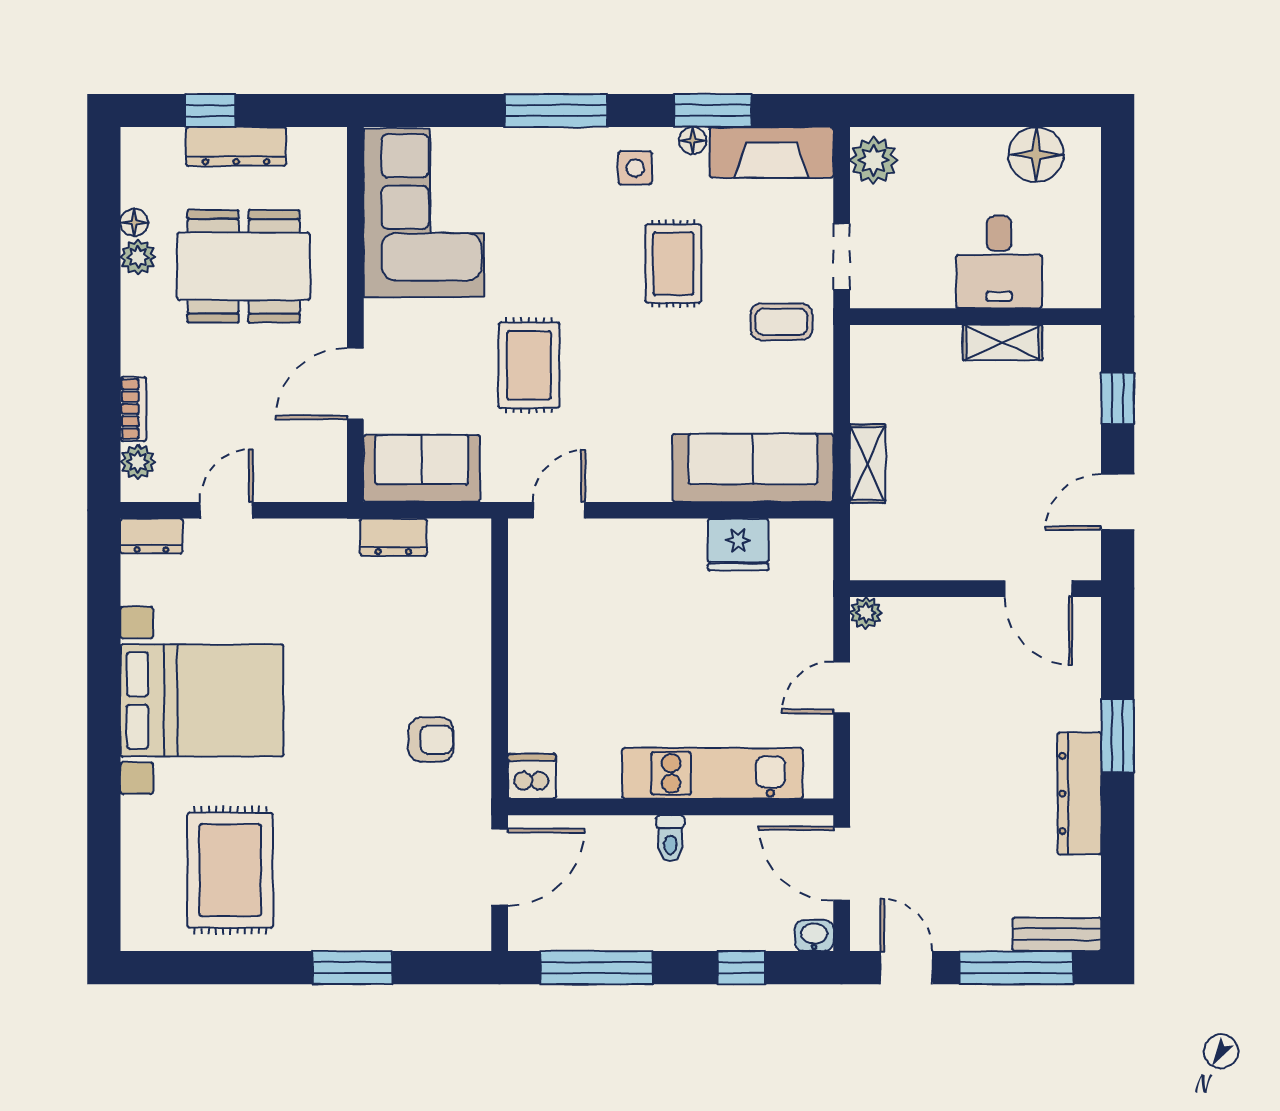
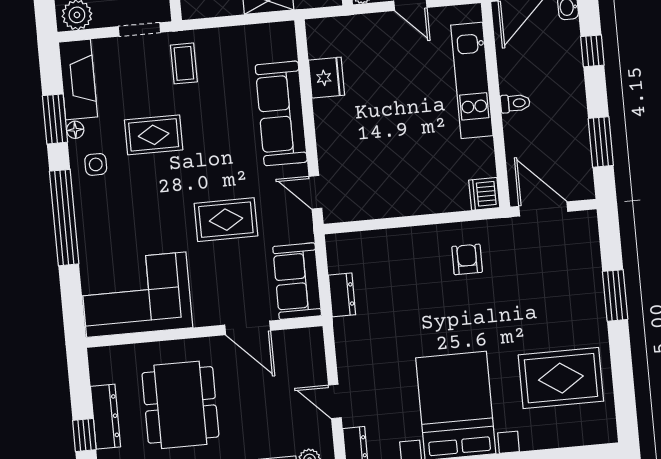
window: (556, 110) -> (64, 218), width x1.46
sofa: (753, 468) -> (281, 113), moved
window: (597, 968) -> (601, 142), width x0.69

